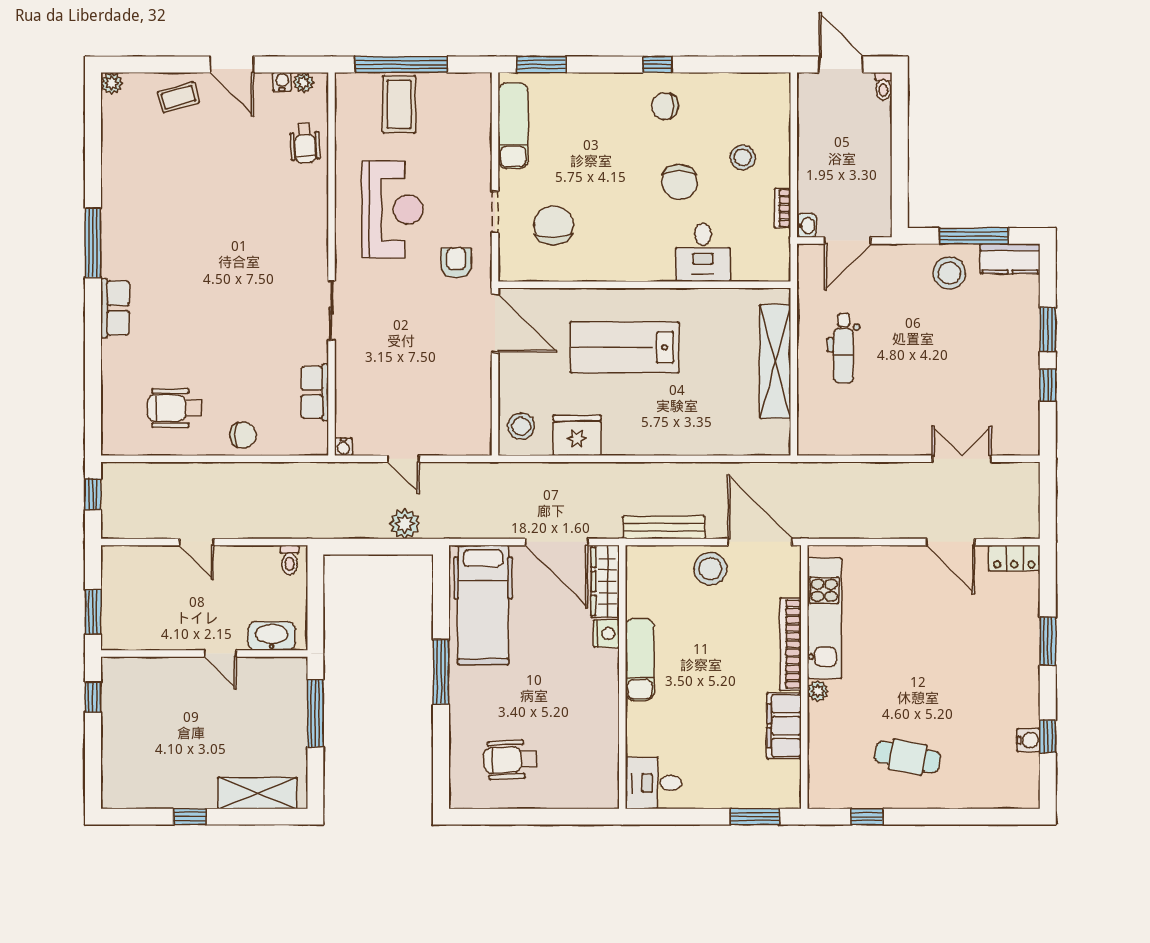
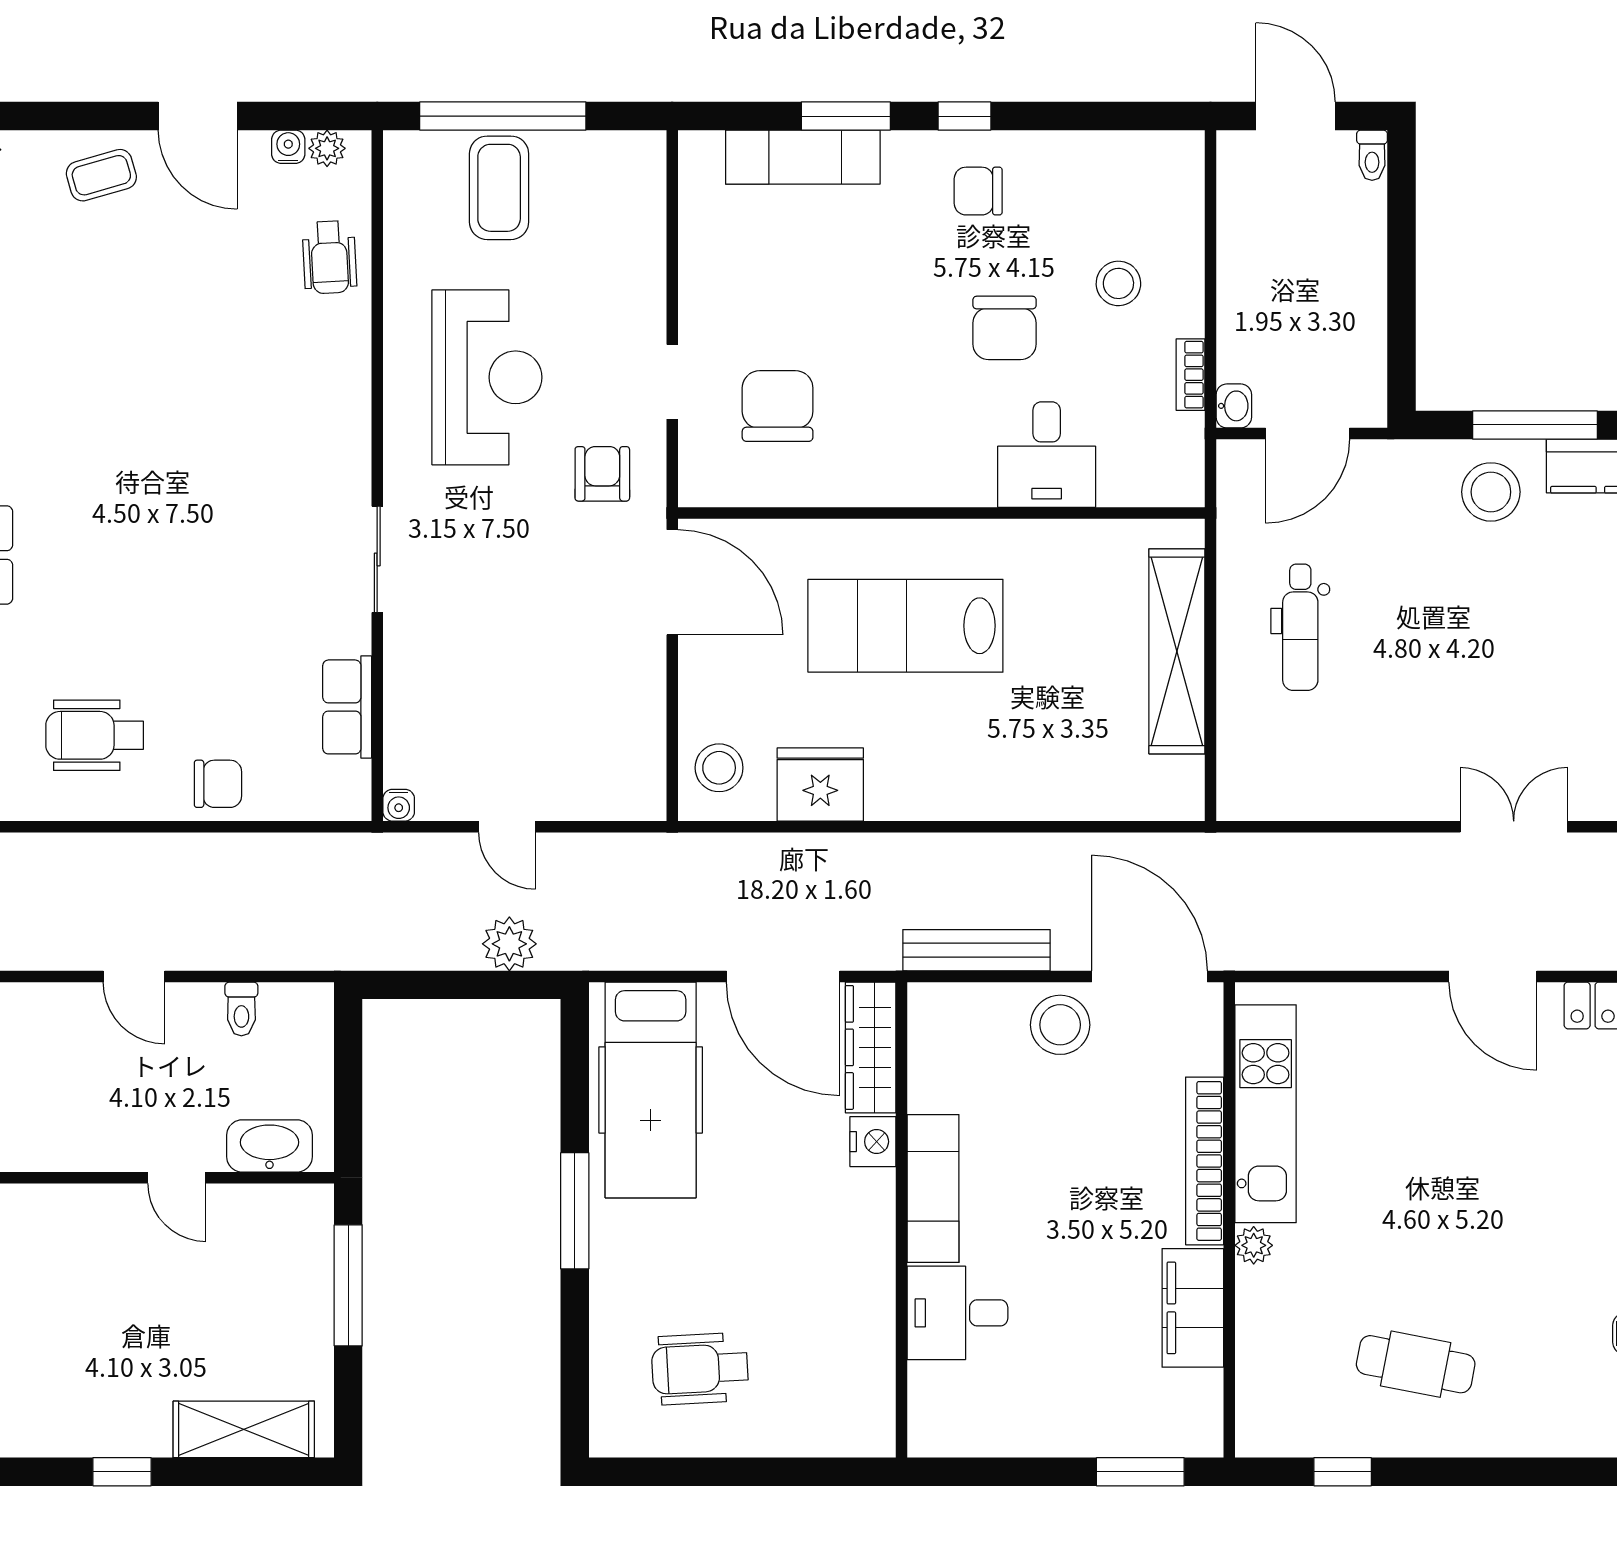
window: (541, 64) -> (846, 116), moved
exam couch: (513, 126) -> (803, 157), moved, turned 90
toilet: (290, 560) -> (241, 1009), moved
desk: (653, 783) -> (957, 1313), moved

